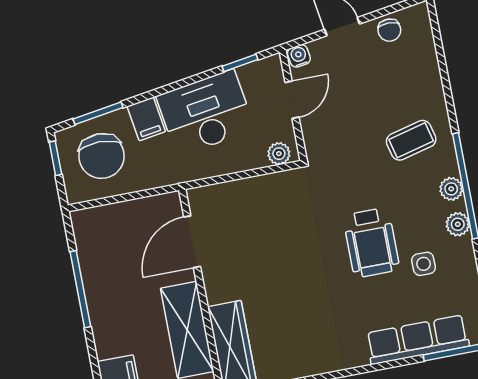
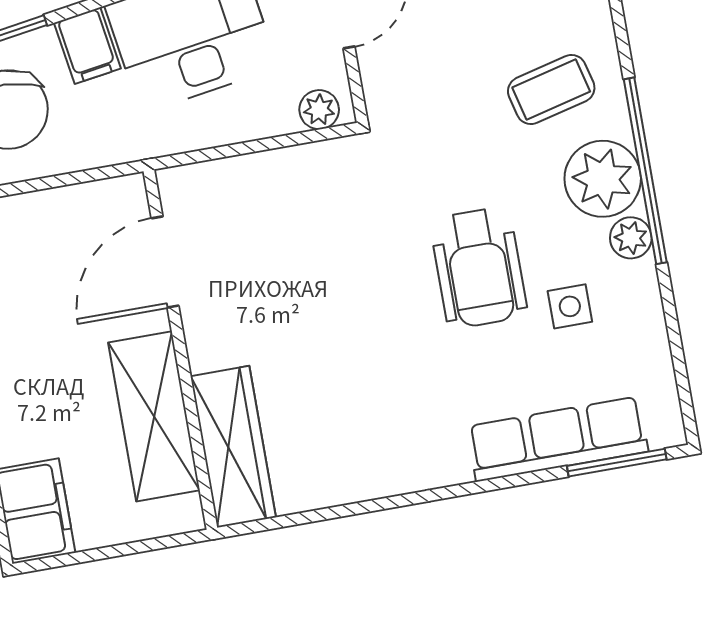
plant: (451, 189) -> (603, 179), width x1.88, depth x1.88

